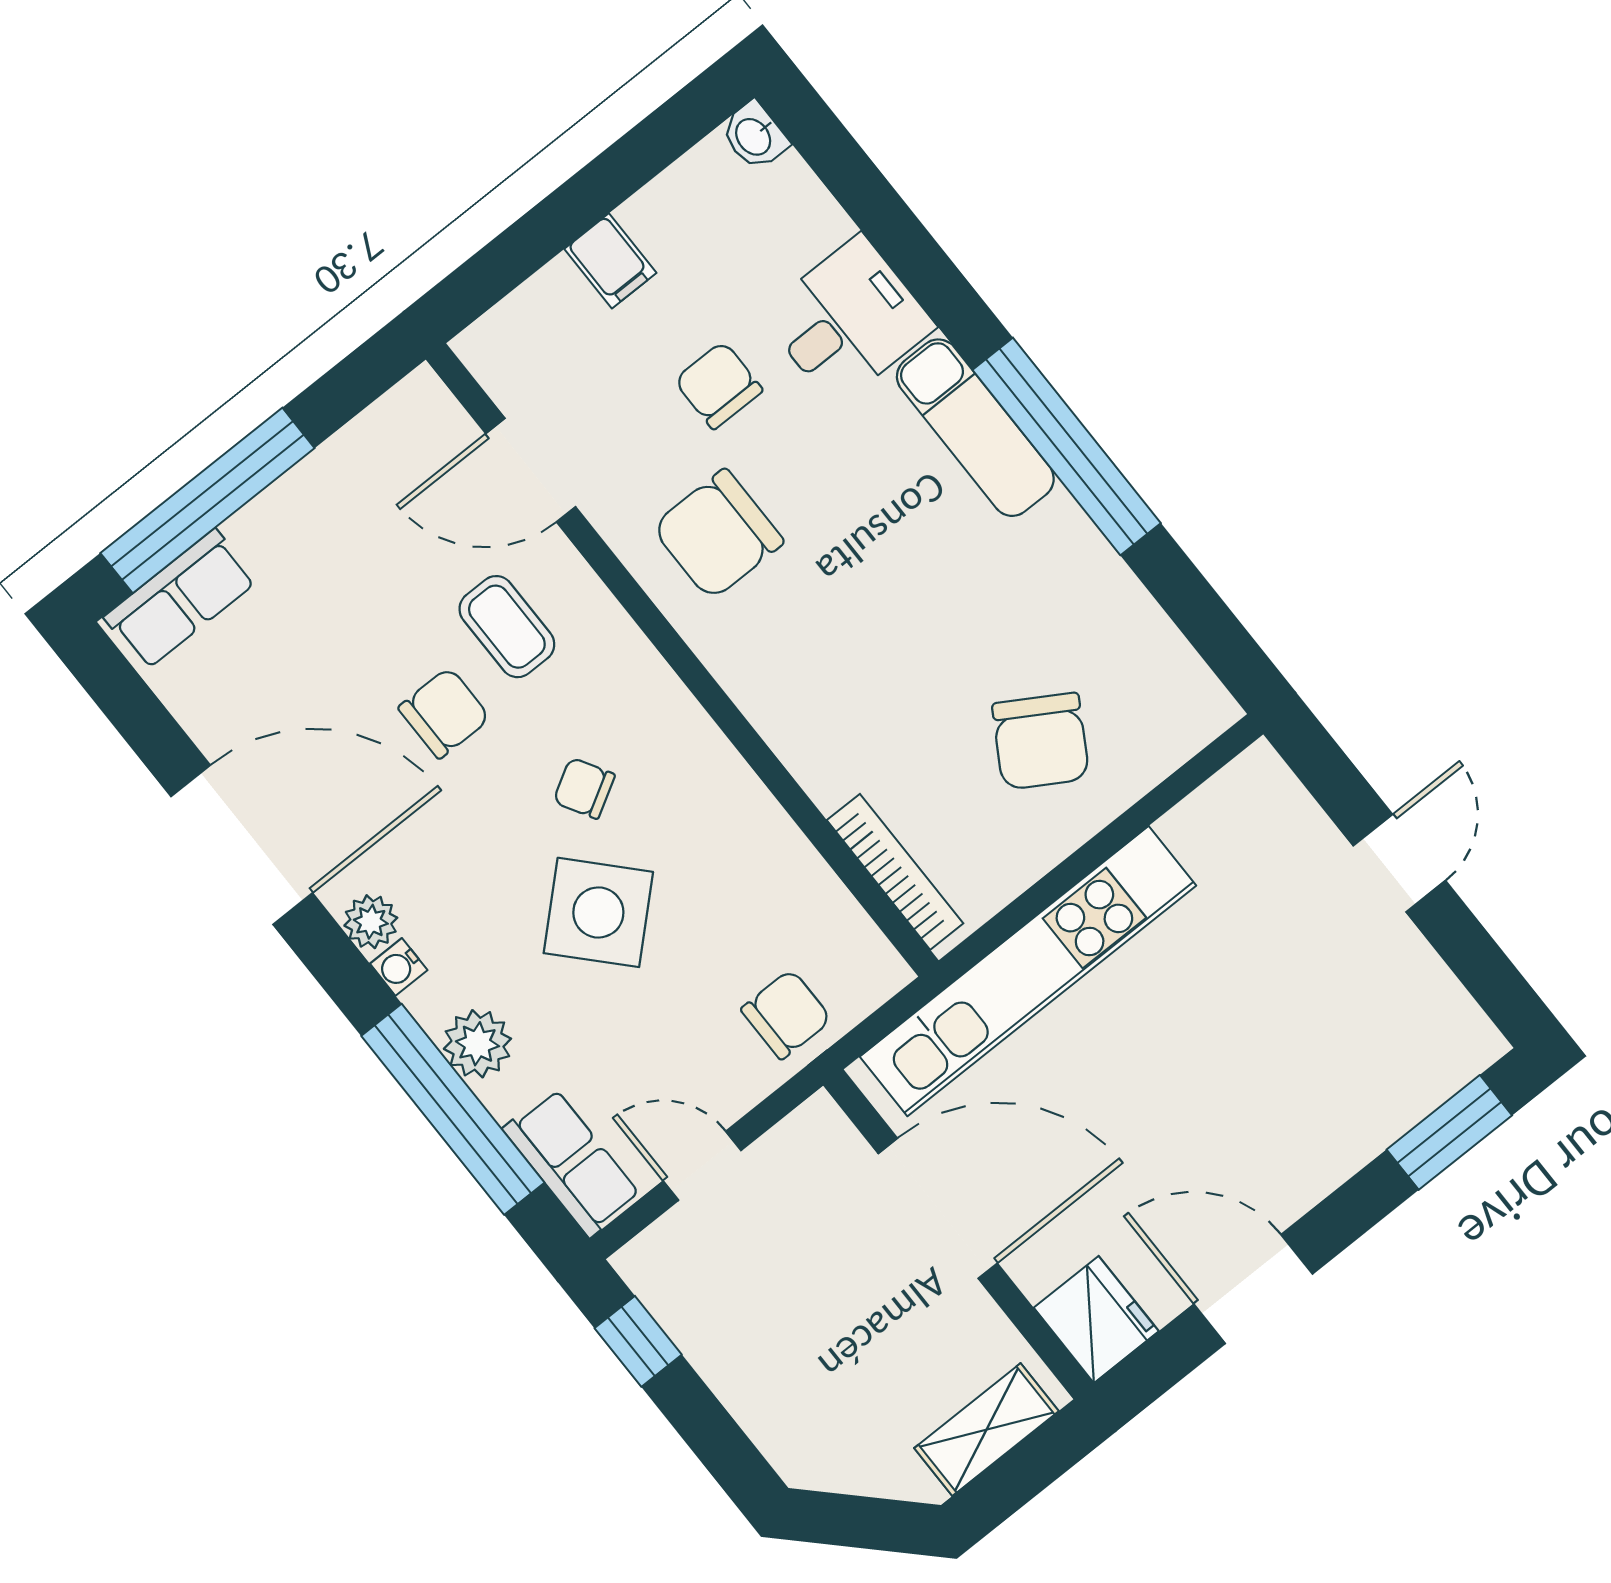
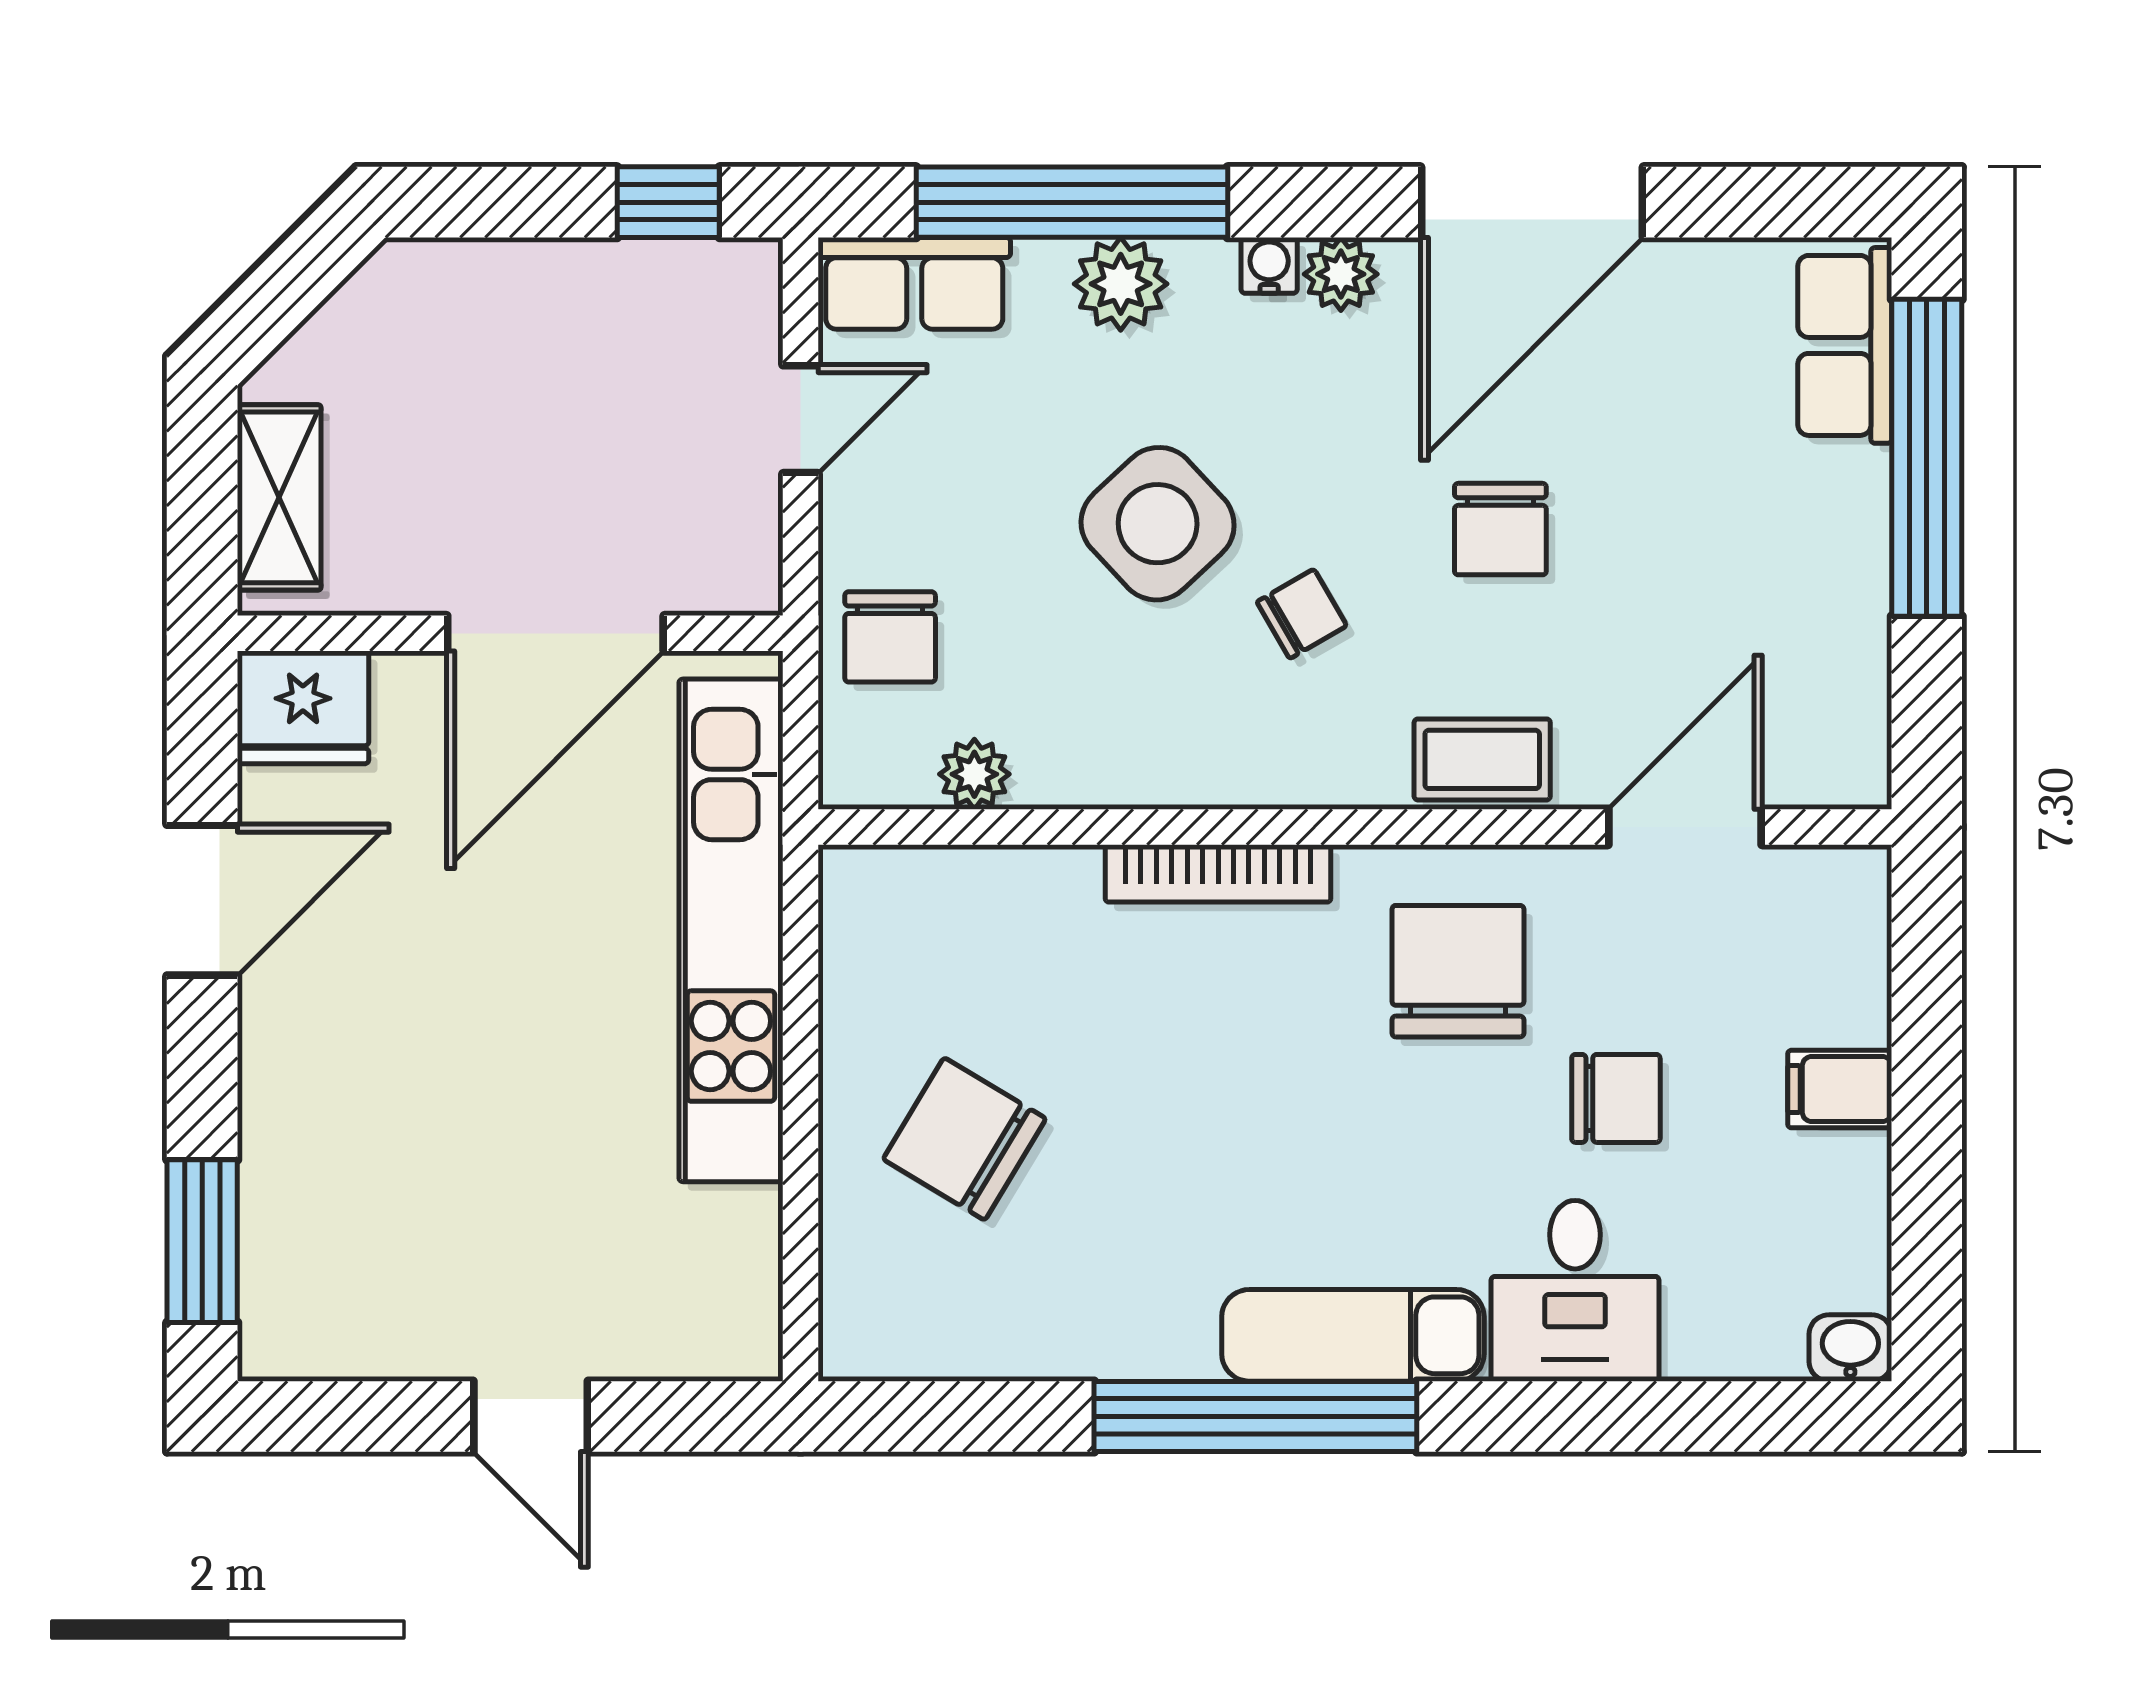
coffee table: (507, 627) -> (1482, 759), moved
bookcase: (895, 872) -> (1218, 873), moved
plant: (827, 903) -> (974, 774), added

